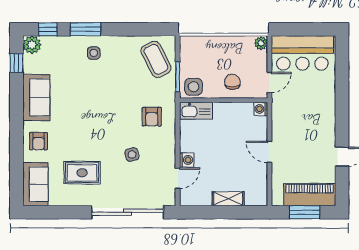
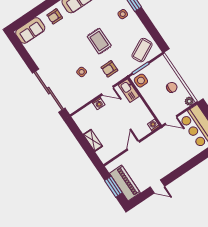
chair: (232, 82) -> (172, 87), moved
rug: (82, 173) -> (99, 41), moved
door: (178, 178) -> (107, 91), moved

